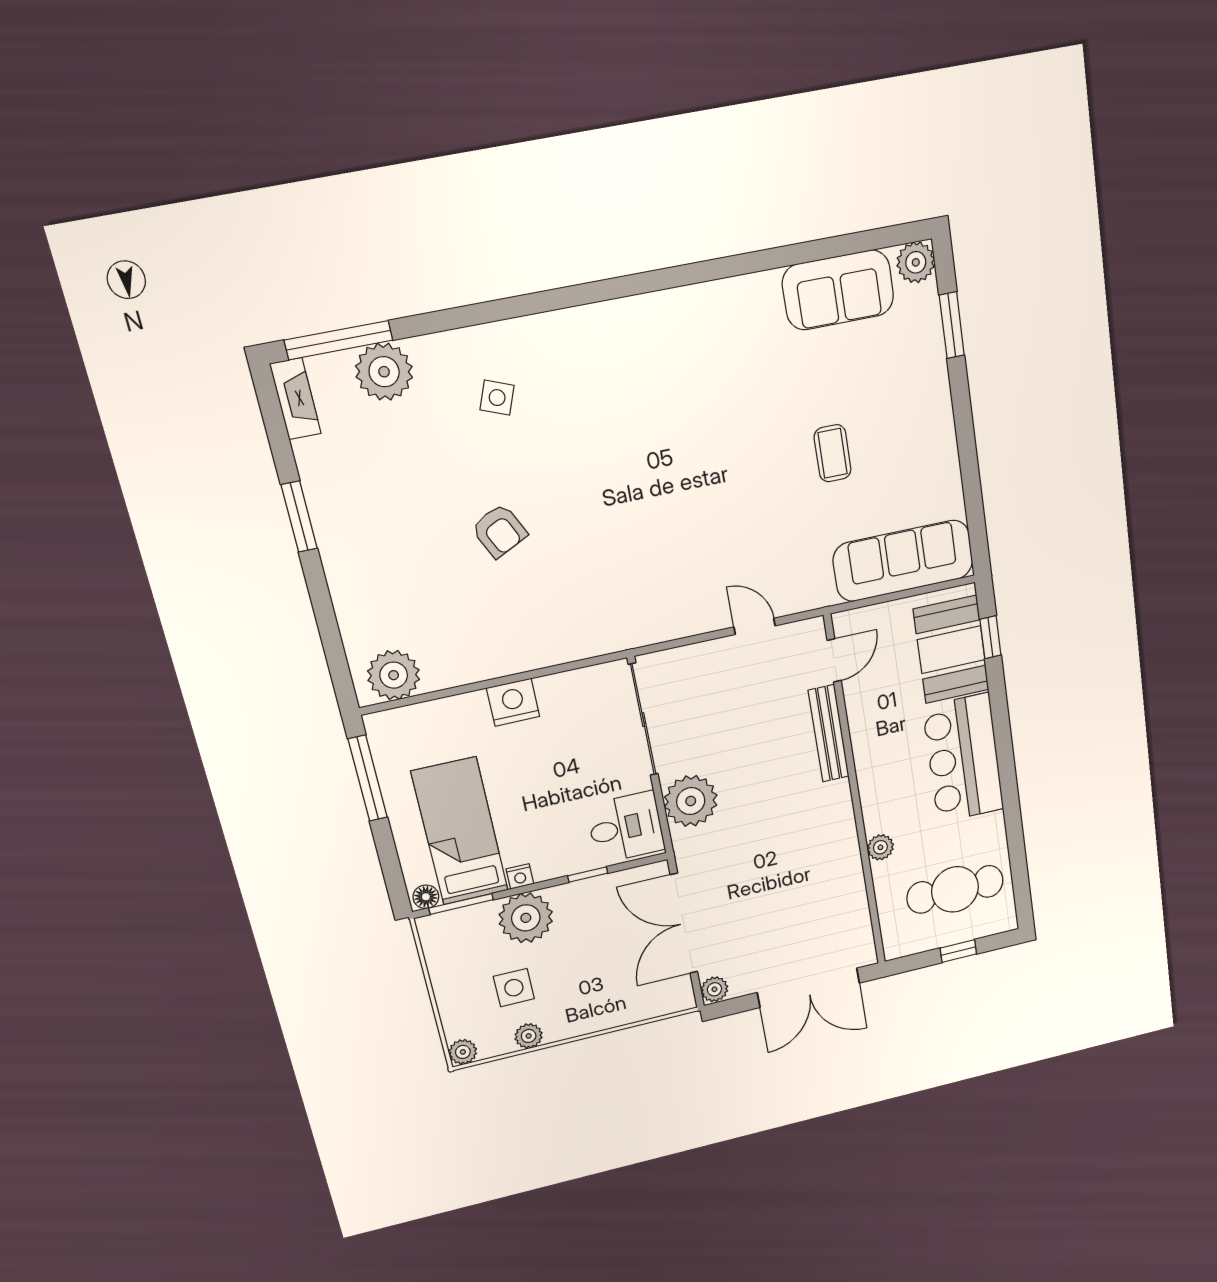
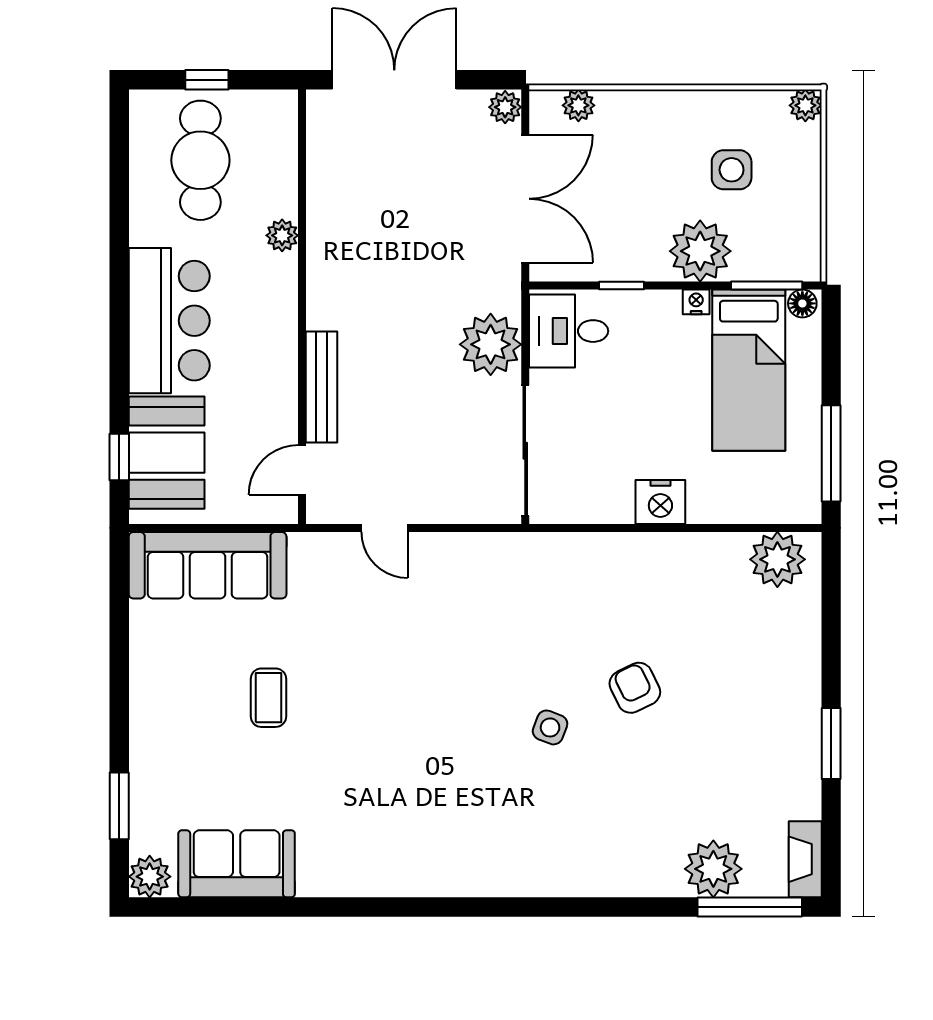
side table: (497, 398) -> (550, 727), moved
cafe table: (955, 889) -> (200, 160), turned 90
plant: (529, 1036) -> (578, 105), moved

